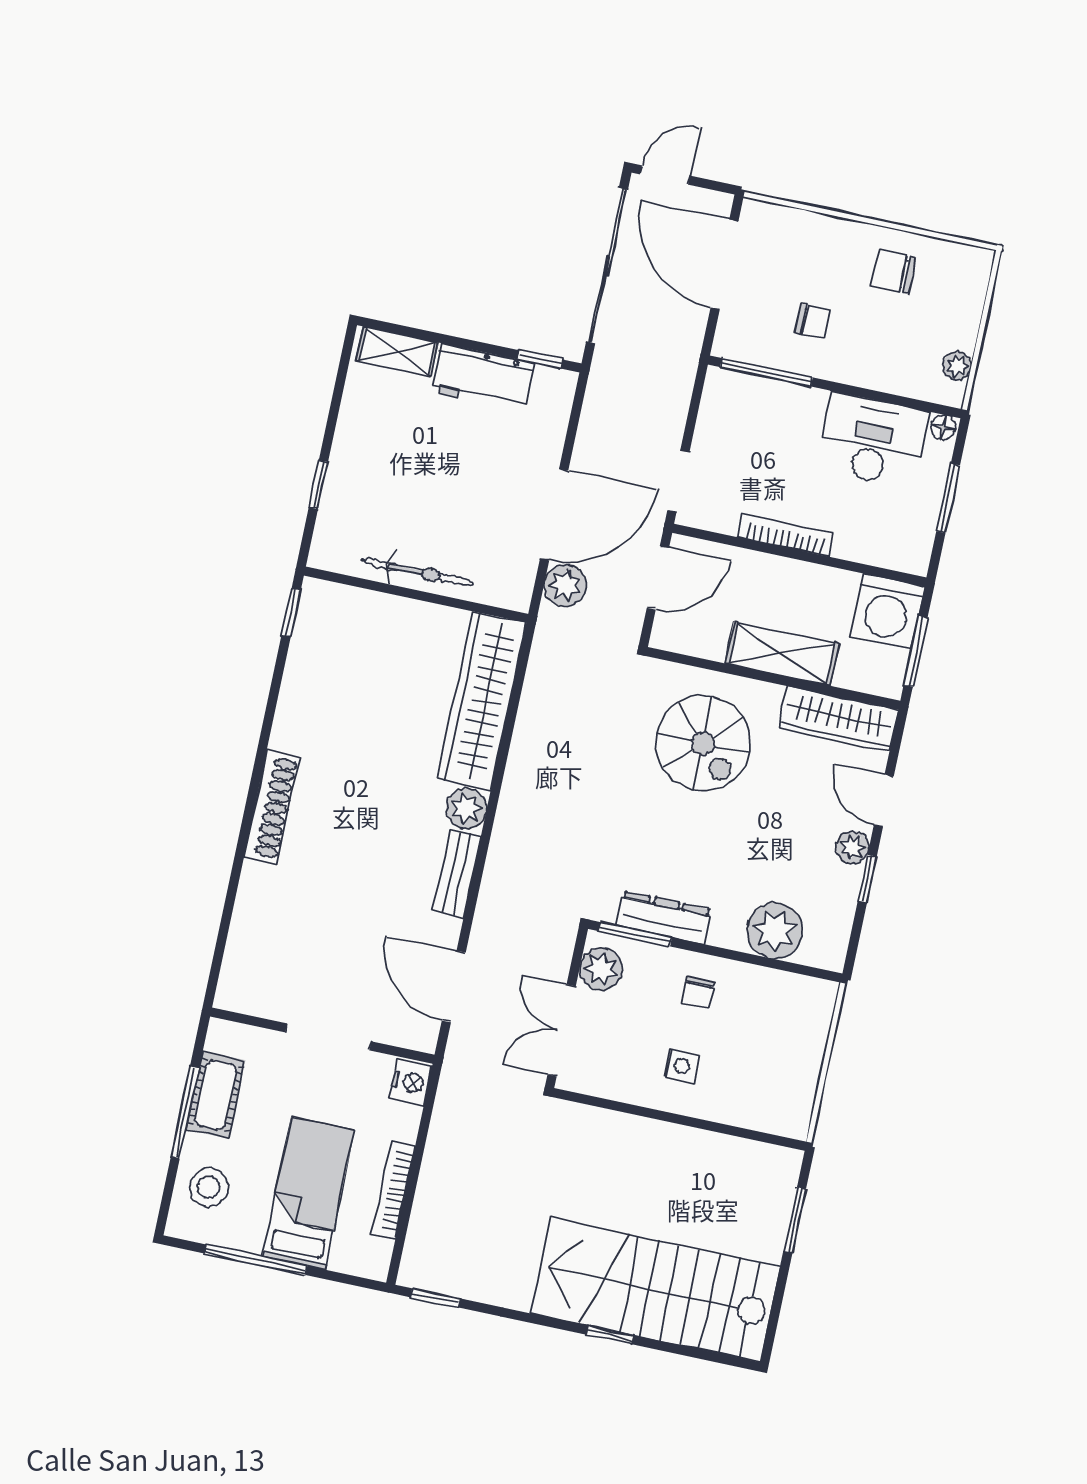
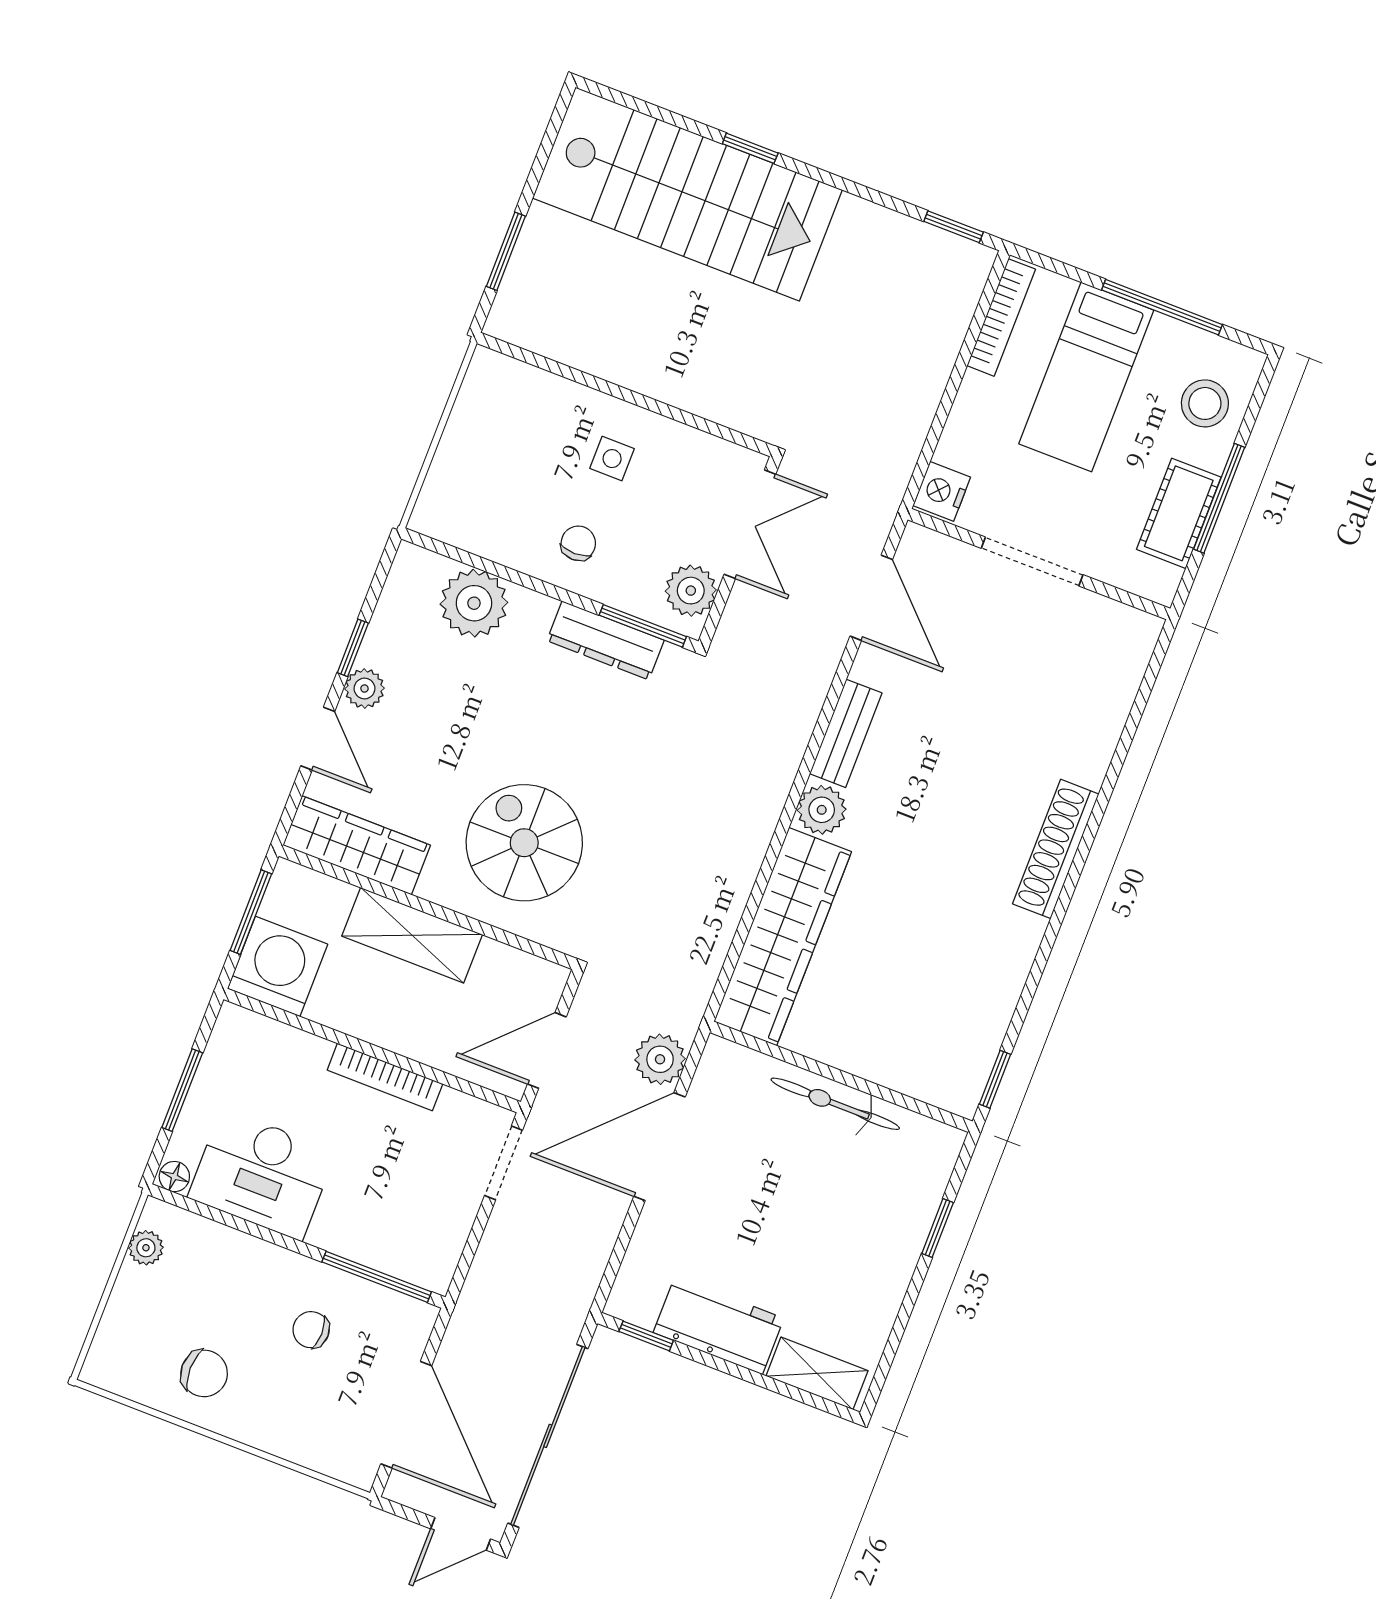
bookcase: (393, 1190) -> (1001, 317), moved

